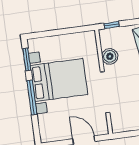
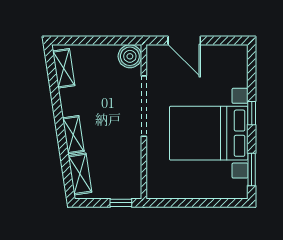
boiler: (110, 56) -> (130, 56), moved
window: (32, 97) -> (252, 113), width x0.46

